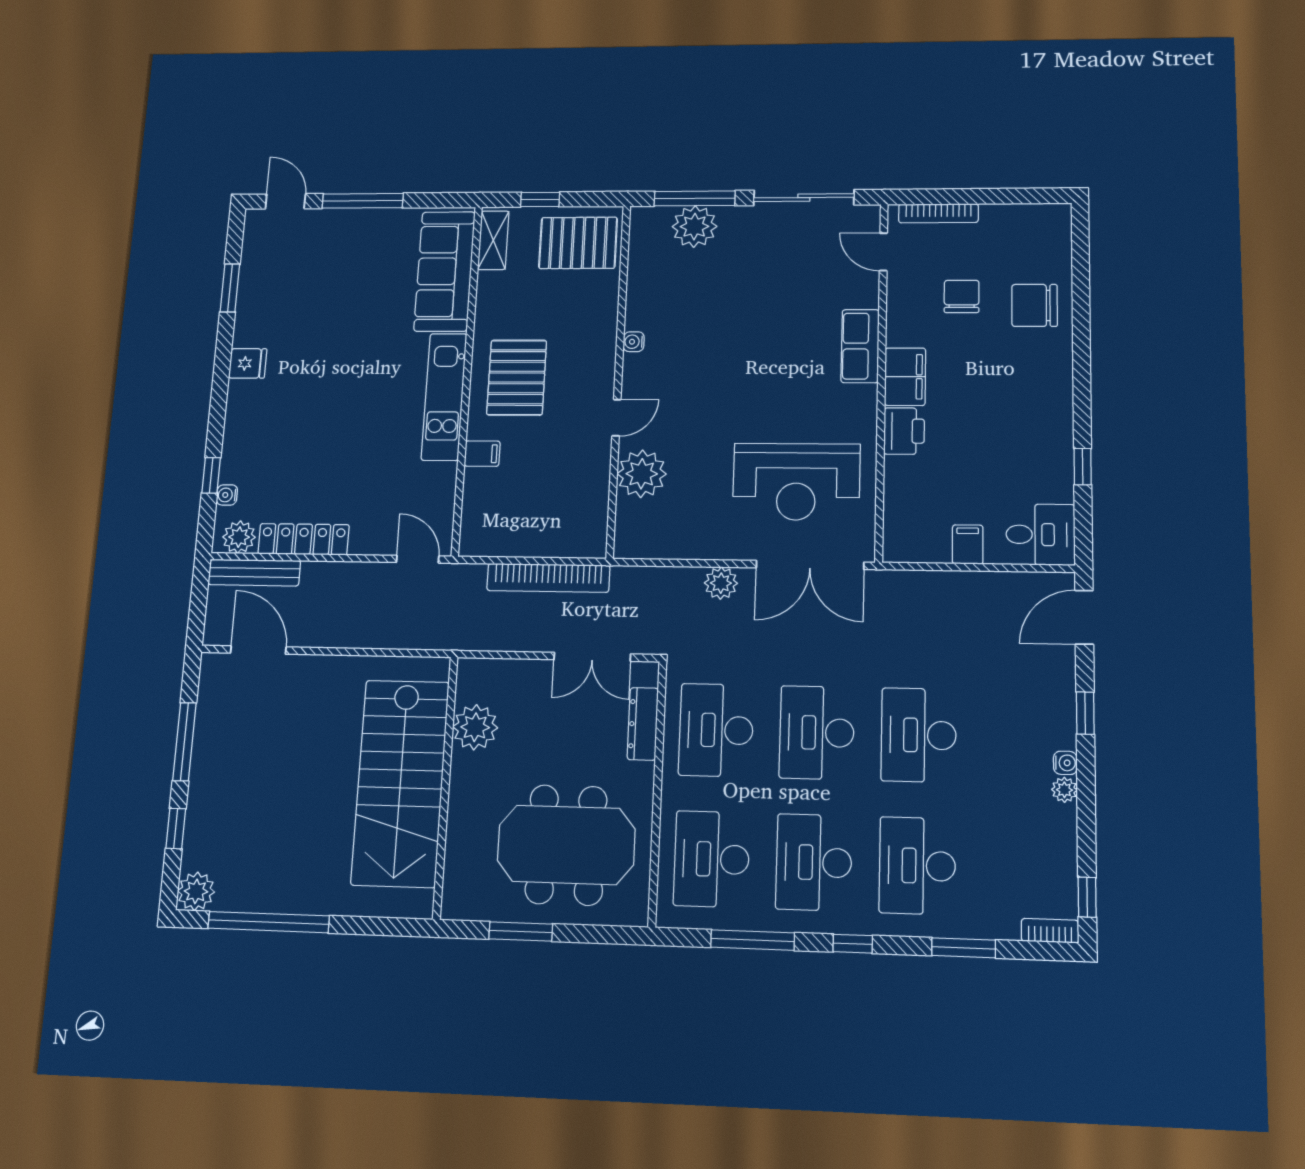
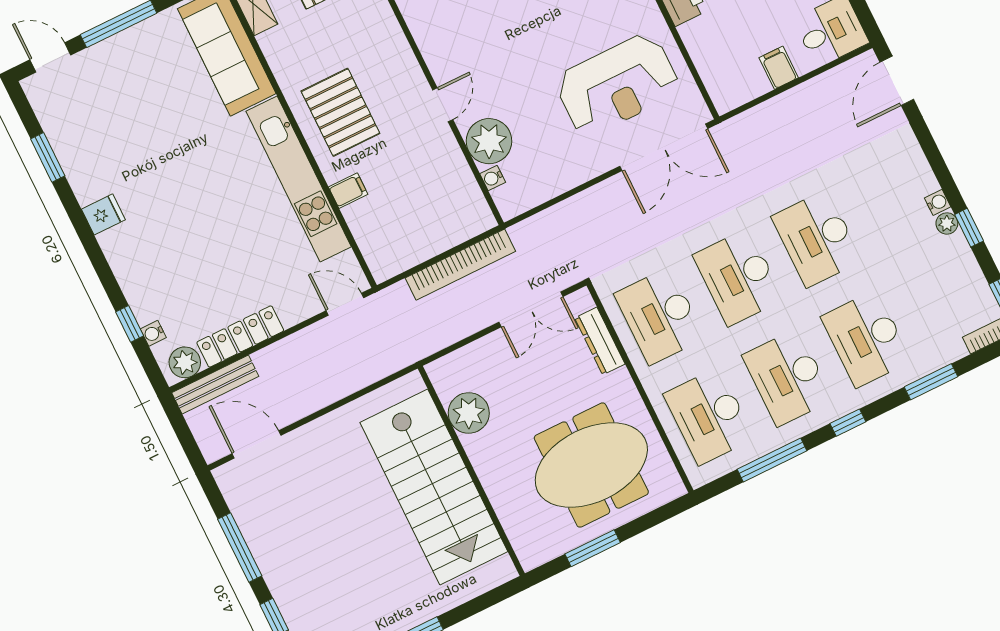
water cooler: (634, 342) -> (493, 178), moved
kitchen unit: (444, 397) -> (299, 179), width x1.36
plant: (721, 583) -> (601, 198), removed
window: (1085, 713) -> (969, 228), moved

